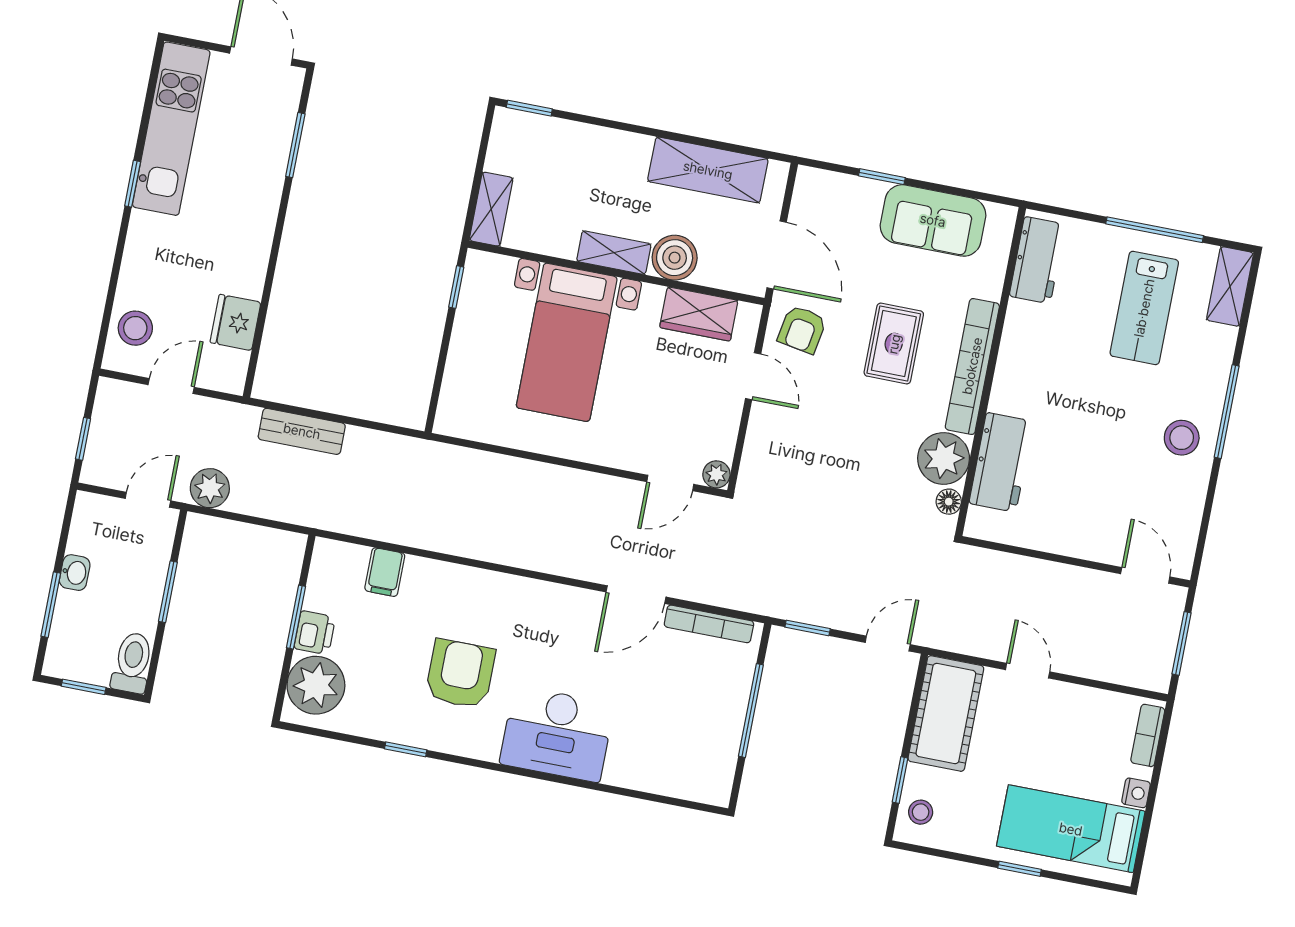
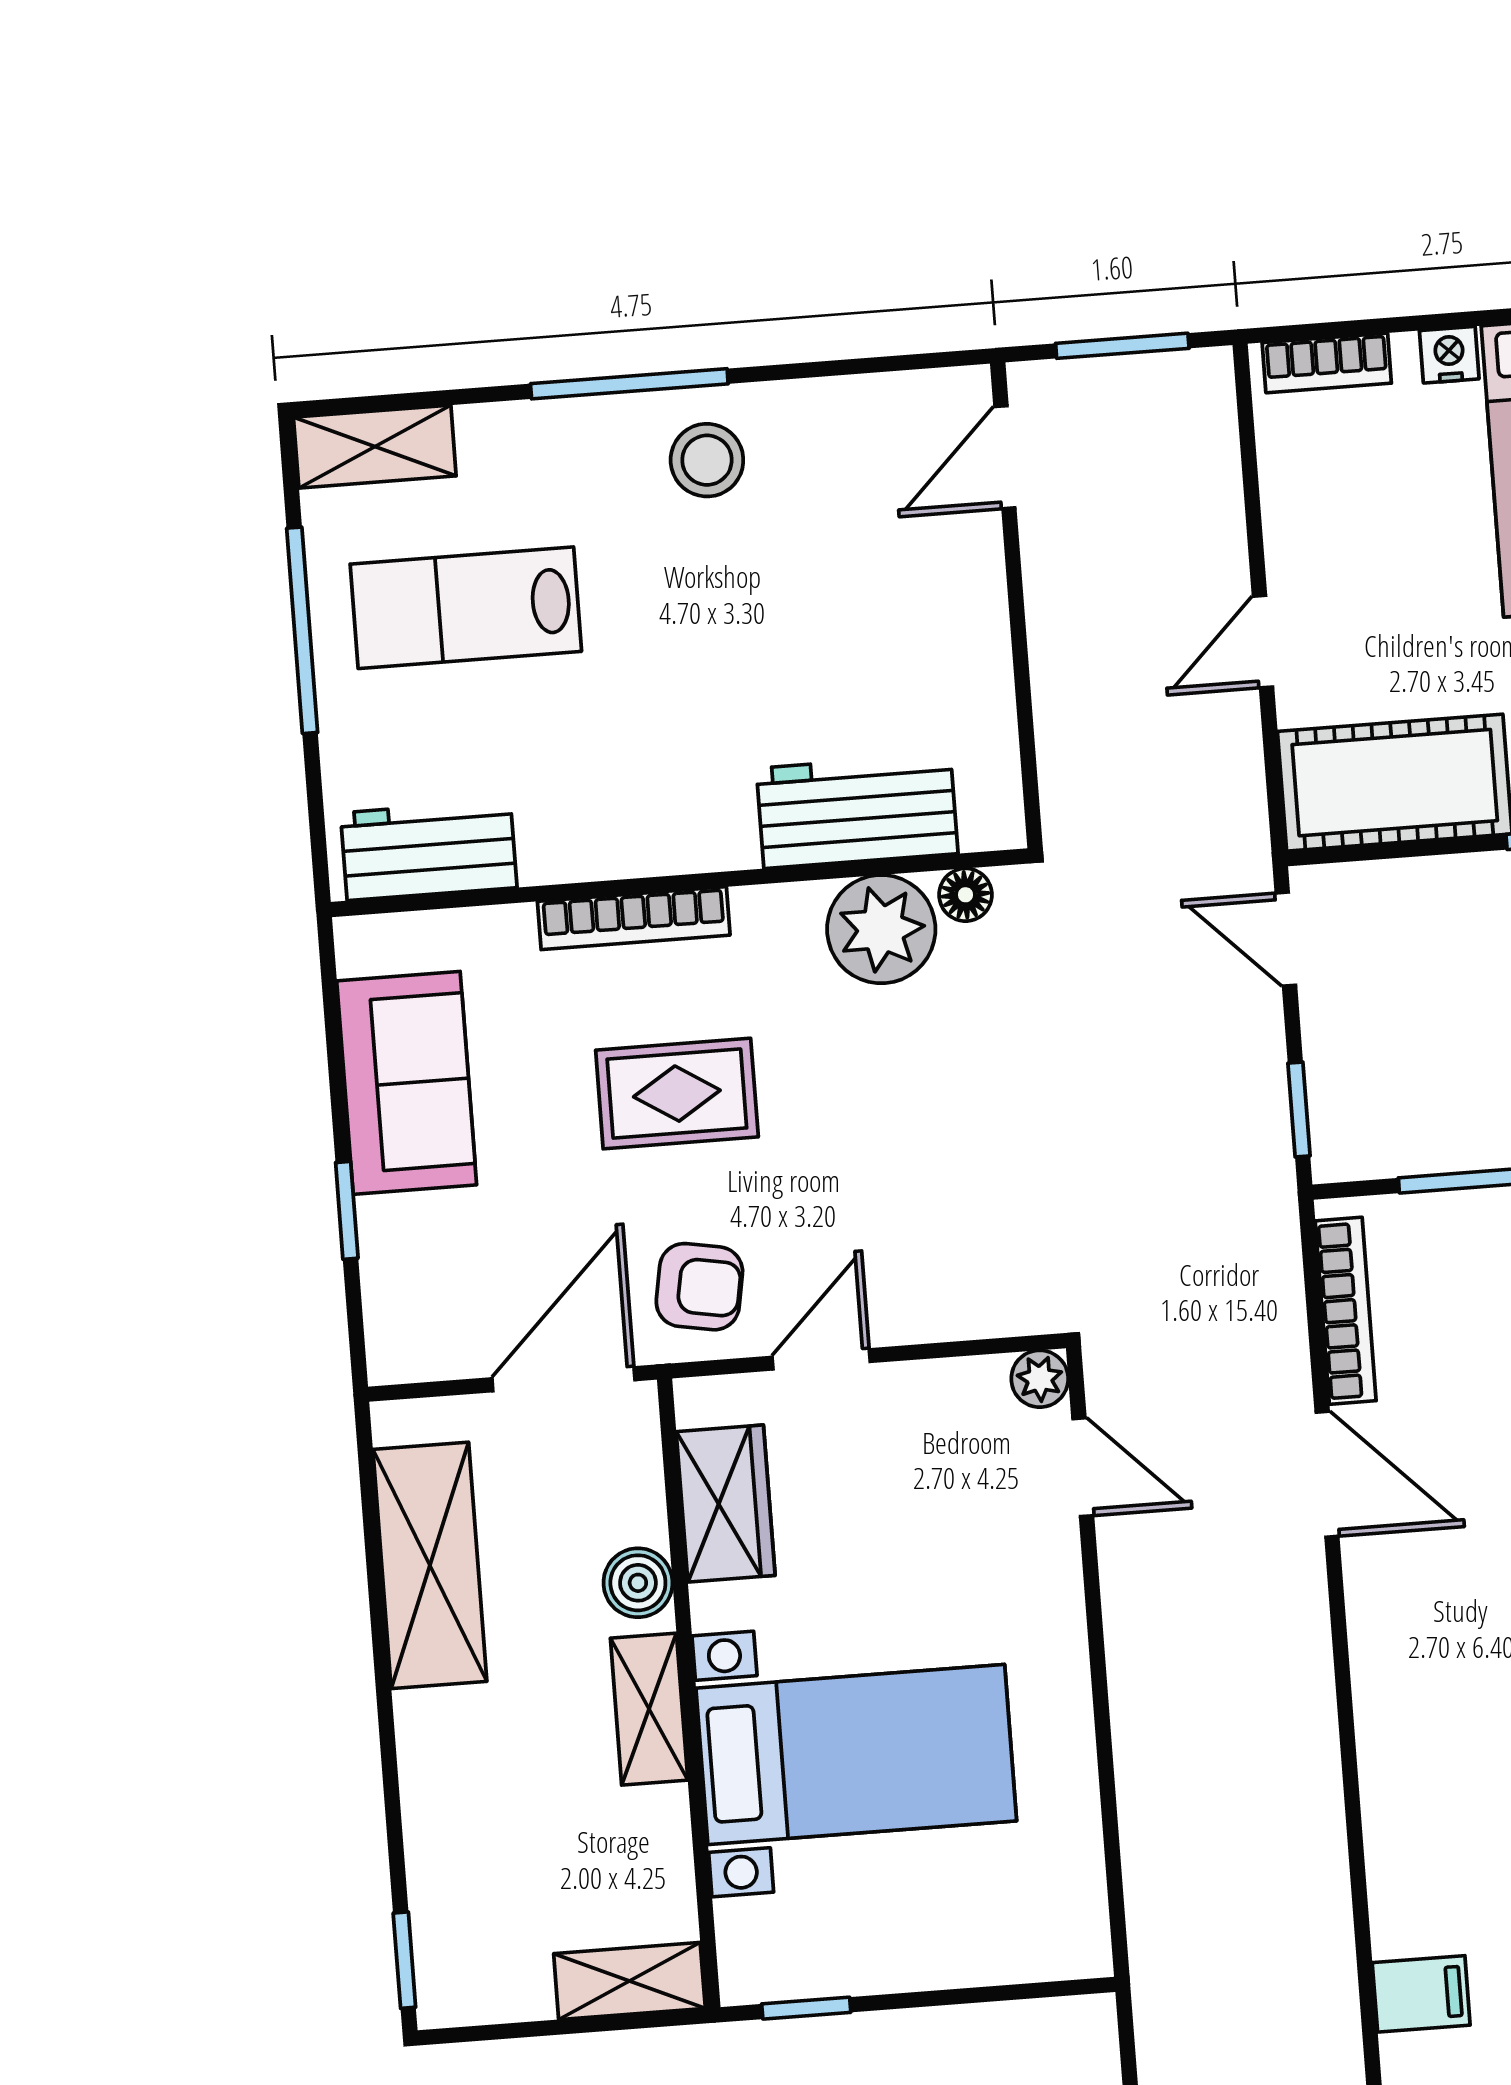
boiler: (675, 258) -> (638, 1583), width x0.73, depth x0.73
lab bench: (1144, 308) -> (466, 608), turned 180
bookcase: (972, 366) -> (634, 918), width x0.68, depth x0.76

